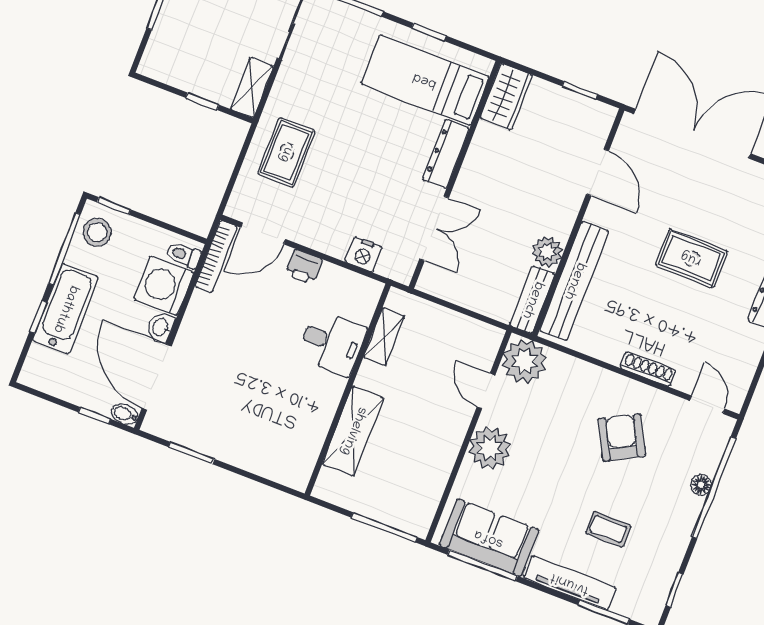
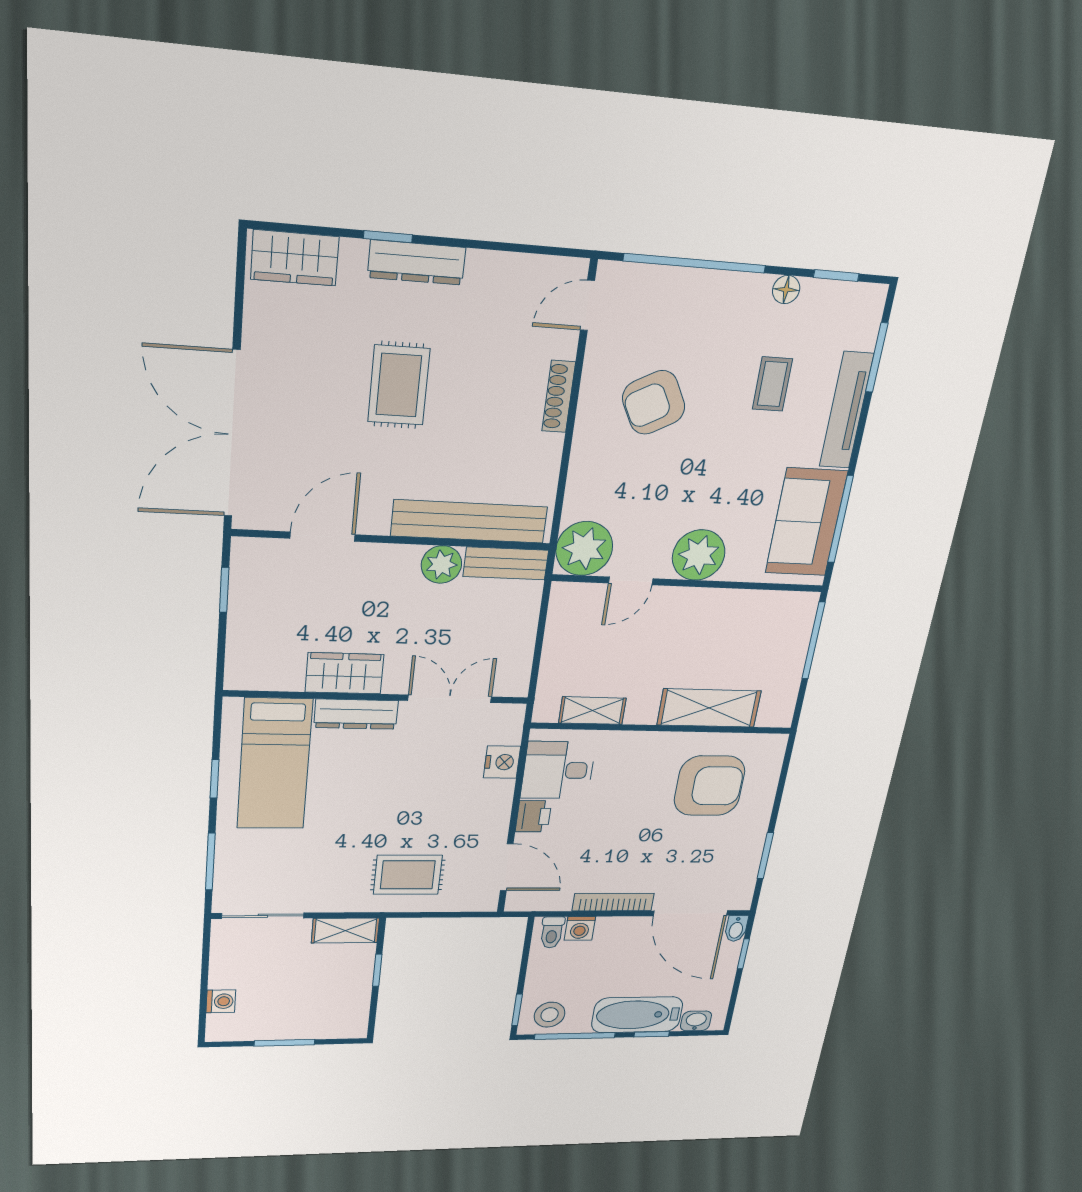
wardrobe: (506, 97) -> (344, 673), moved
bookcase: (216, 257) -> (613, 902), moved
washing machine: (164, 286) -> (580, 928), width x0.53, depth x0.53
washbasin: (161, 327) -> (696, 1021), moved, turned 180
desk: (332, 343) -> (558, 770), moved, turned -90
door: (157, 377) -> (690, 913), hinge flipped
armchair: (279, 418) -> (709, 786), added
floor lamp: (701, 485) -> (786, 290), moved

